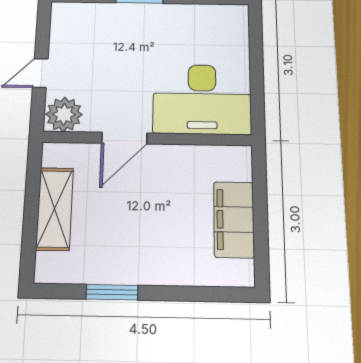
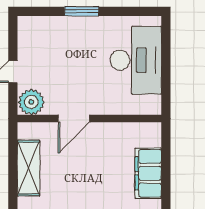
desk: (202, 99) -> (136, 60), moved, turned -90

